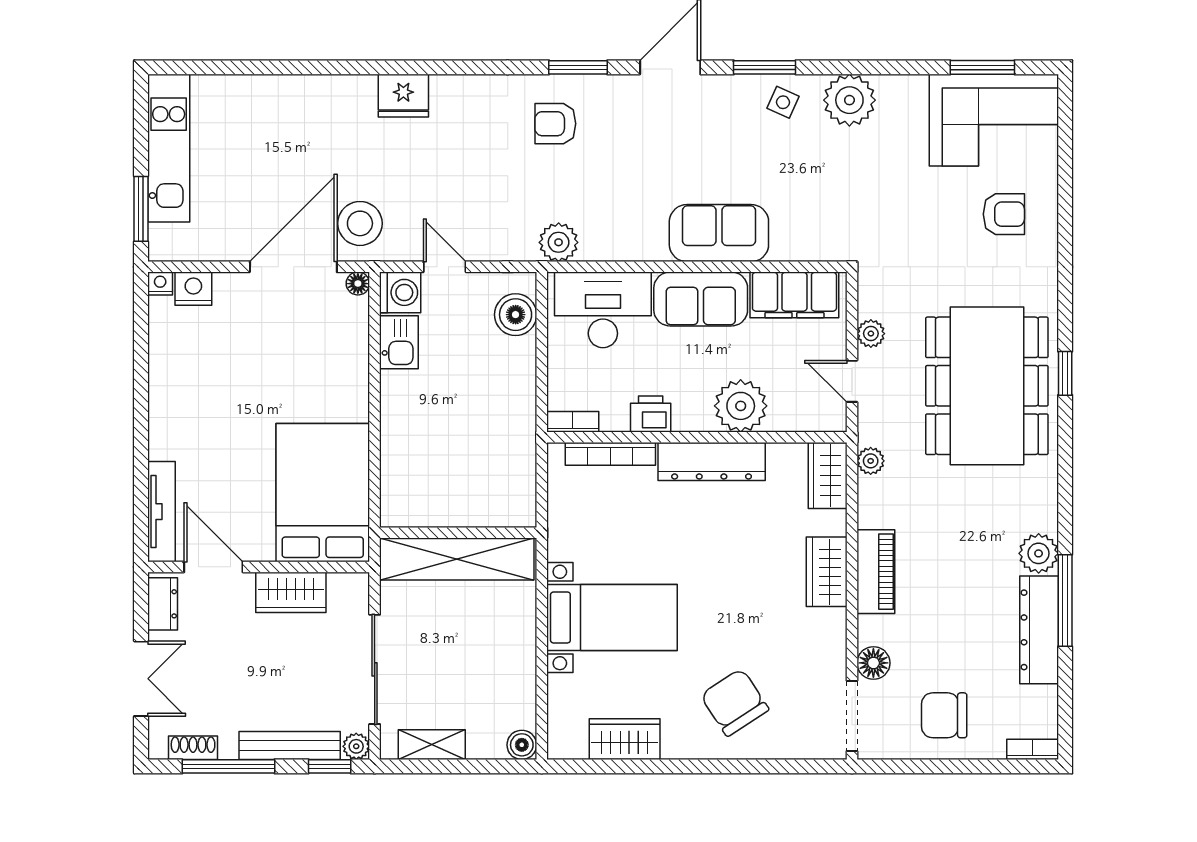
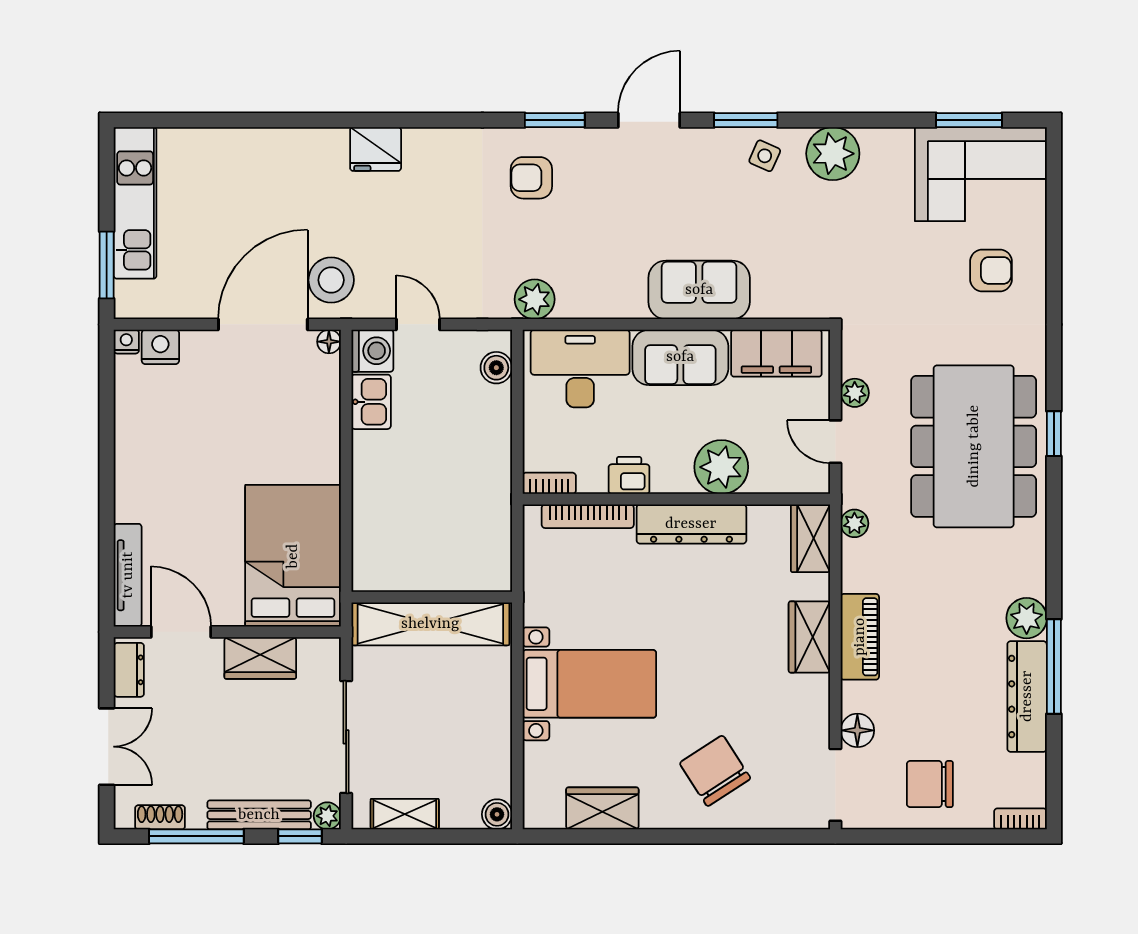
boiler: (516, 315) -> (496, 368), width x0.73, depth x0.73

